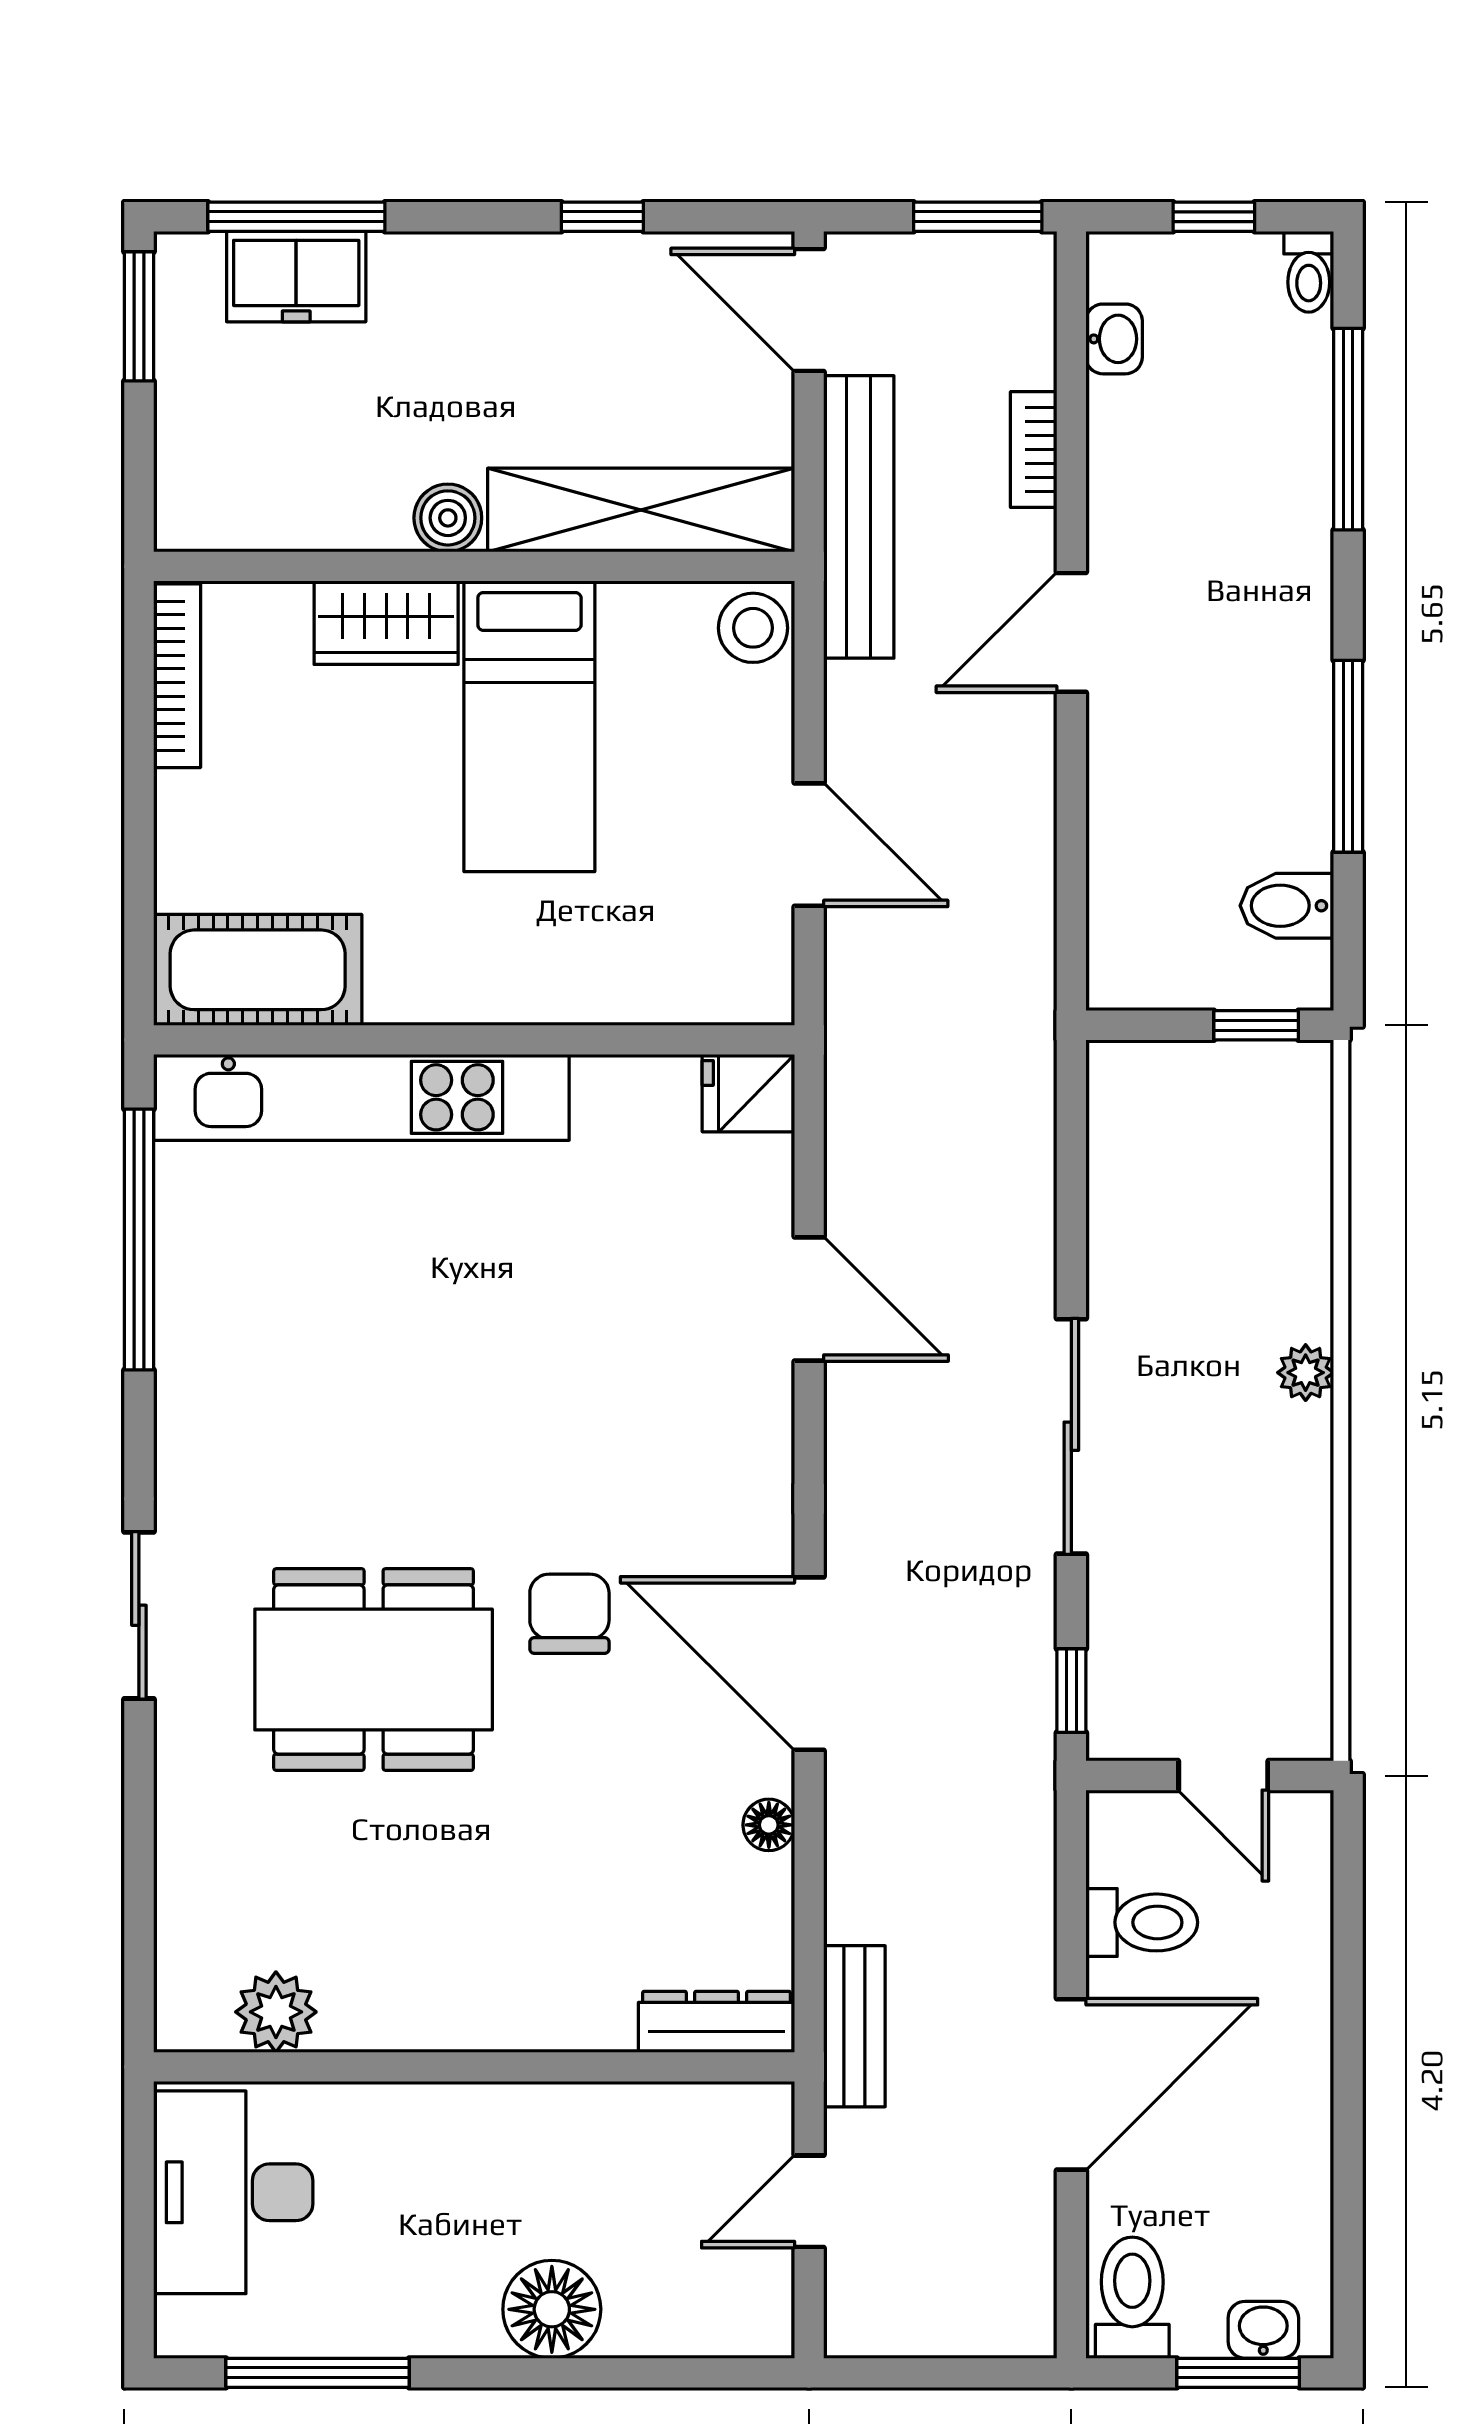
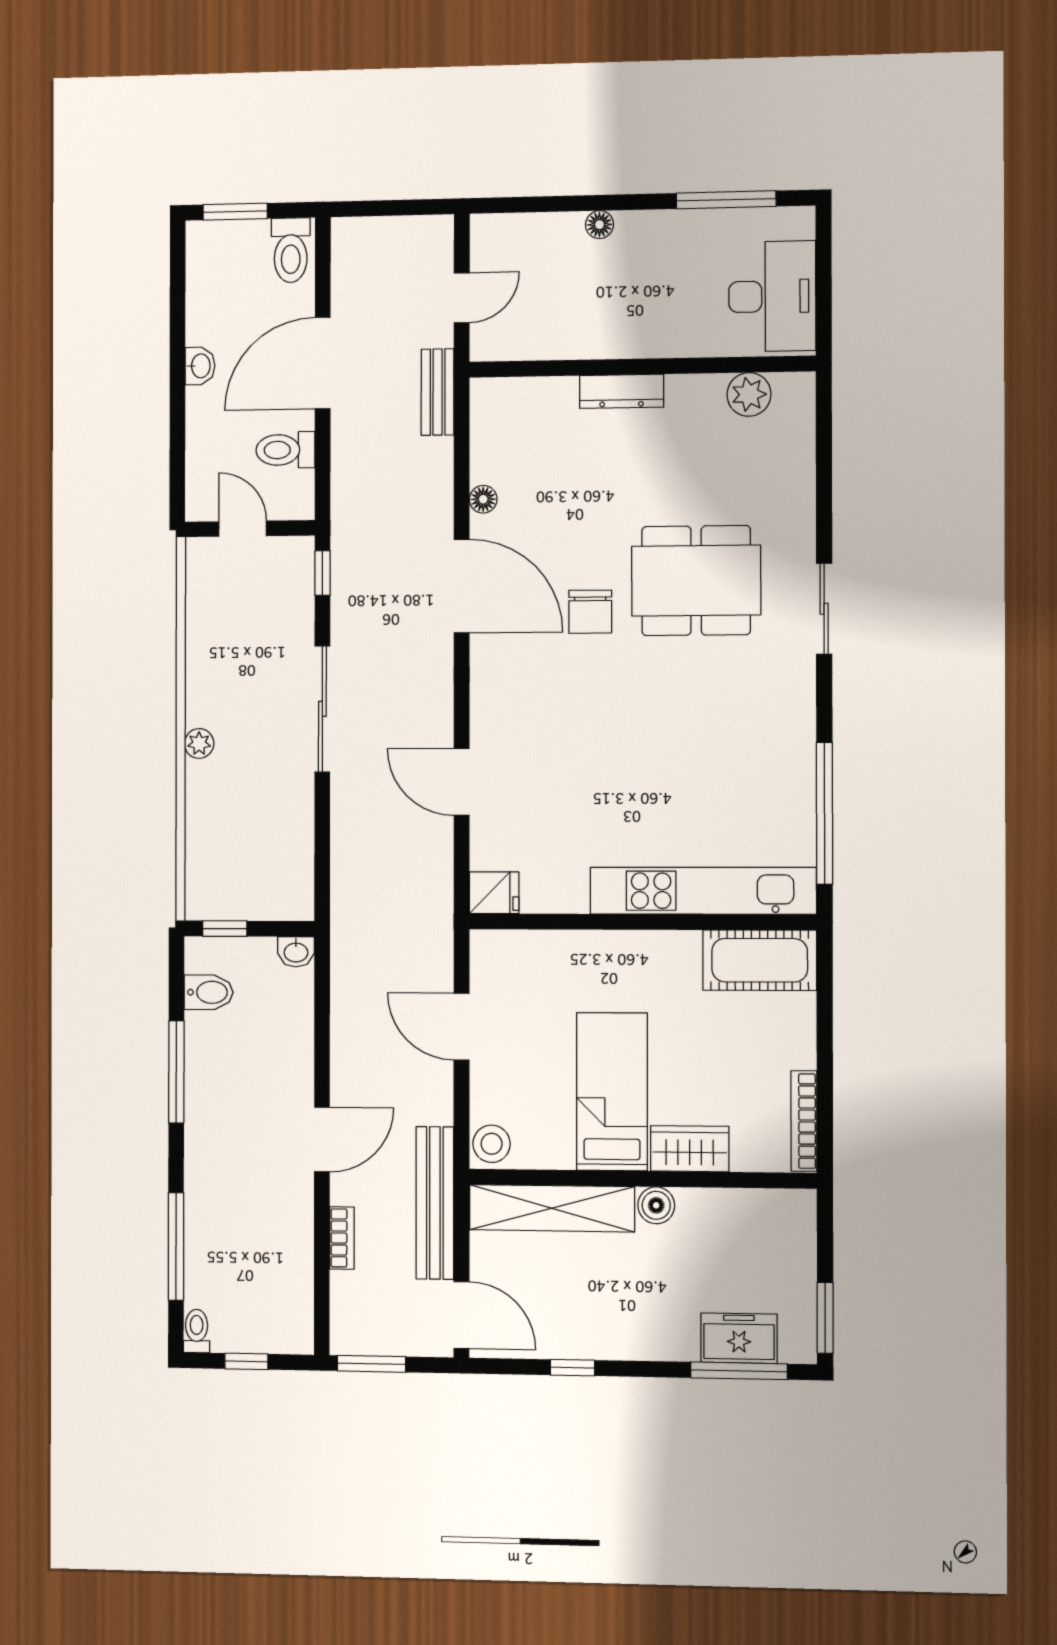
washbasin: (1114, 339) -> (296, 952), moved, turned -90
dresser: (716, 2022) -> (622, 391), moved
floor lamp: (552, 2309) -> (599, 225), width x0.53, depth x0.53
washbasin: (1263, 2330) -> (200, 366), moved, turned -90

